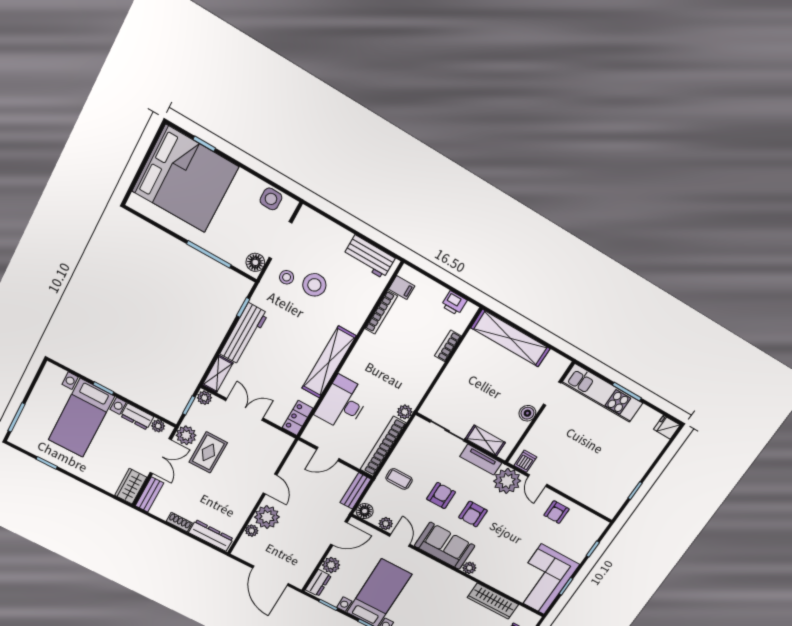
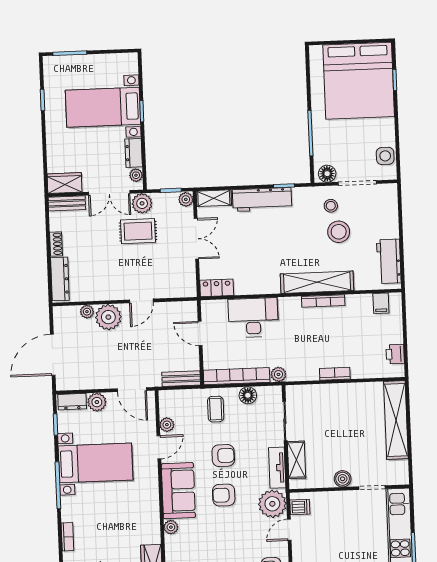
bookcase: (381, 312) -> (323, 301), moved
bookcase: (448, 346) -> (335, 374), moved
shelving: (329, 362) -> (317, 282), moved
floor lamp: (365, 511) -> (248, 395), moved

